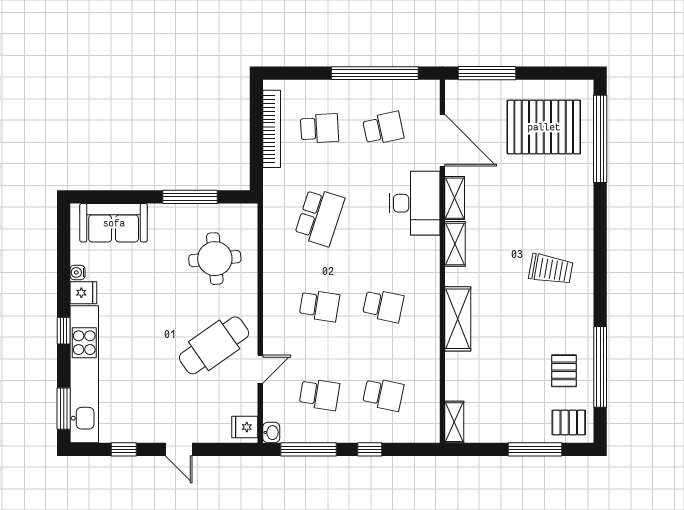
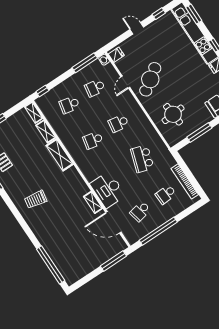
pallet: (544, 127) -> (76, 255), removed
shelving: (455, 244) -> (46, 131), moved
window: (370, 449) -> (42, 91), moved

